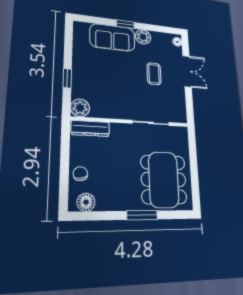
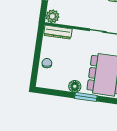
floor lamp: (86, 202) -> (75, 86), moved

